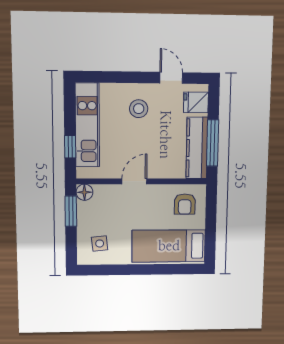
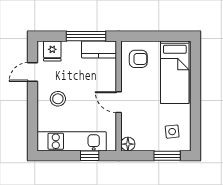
kitchen counter: (197, 148) -> (99, 49), width x0.67
window: (71, 211) -> (167, 156), moved

